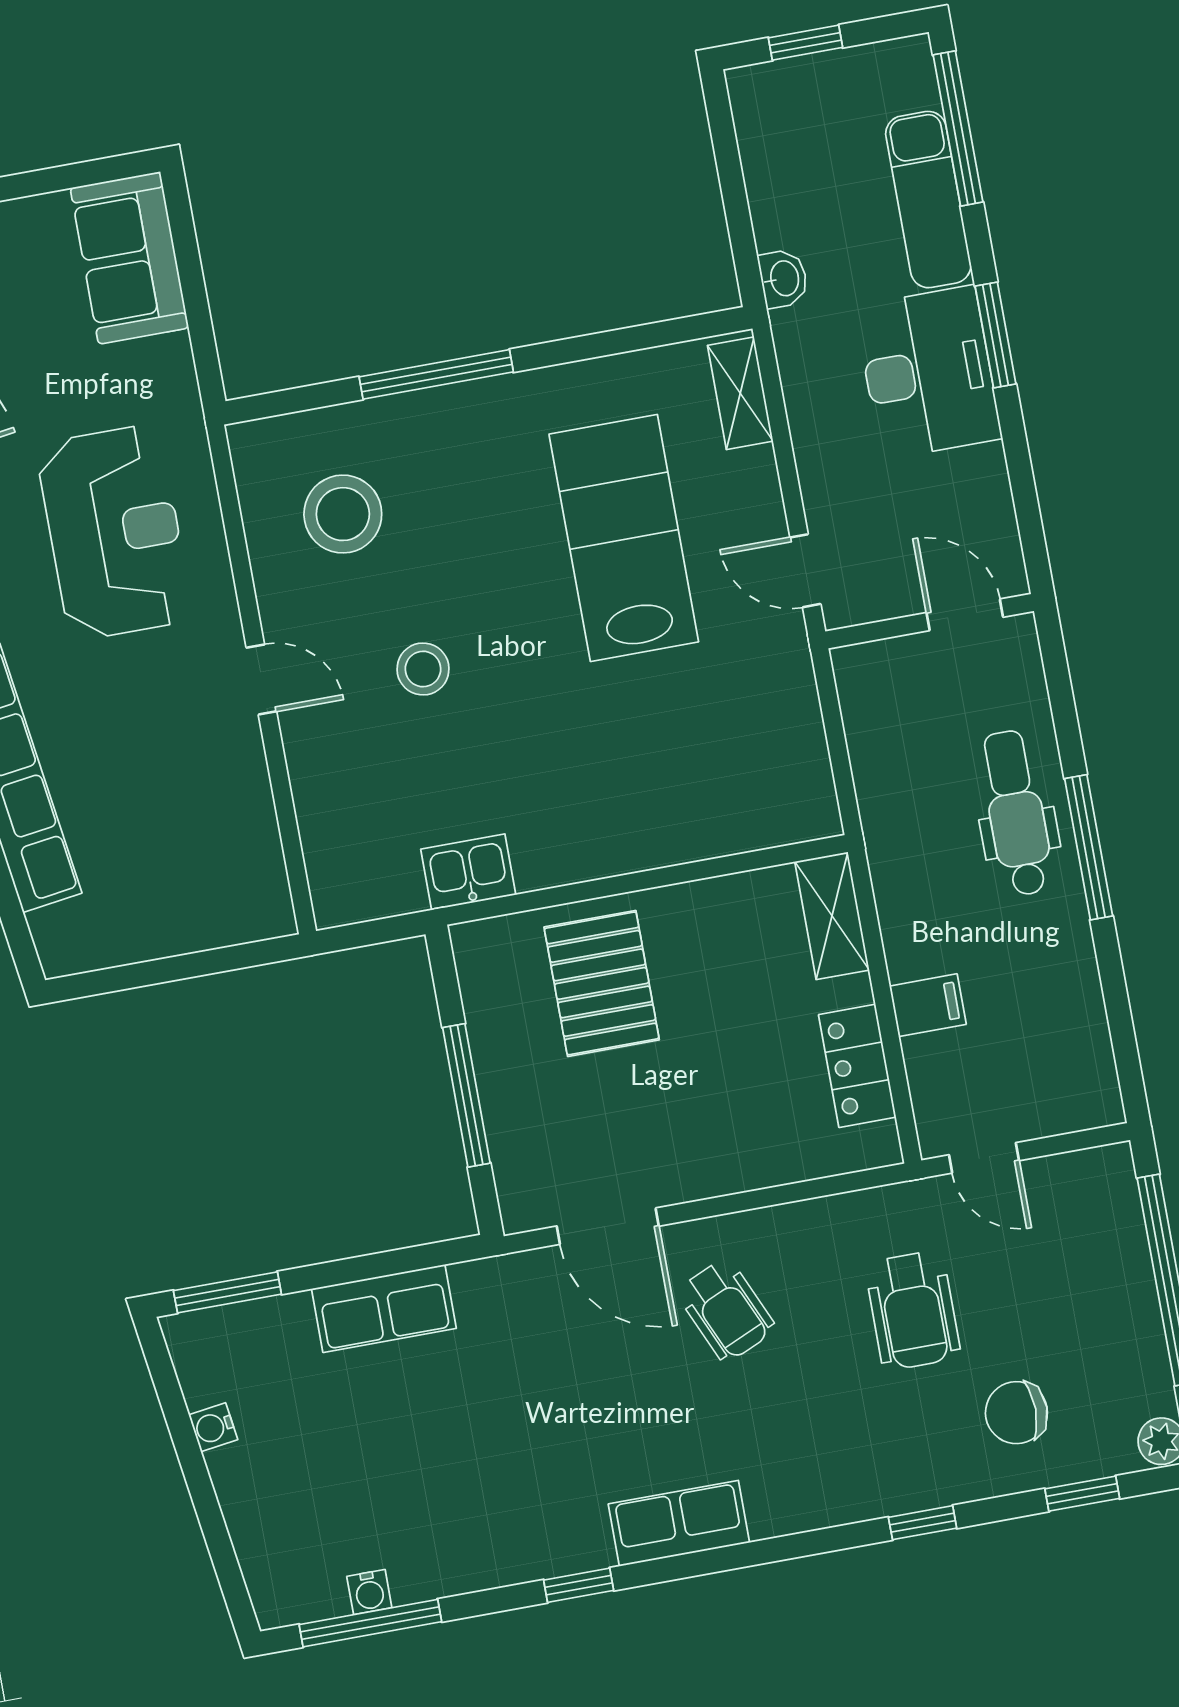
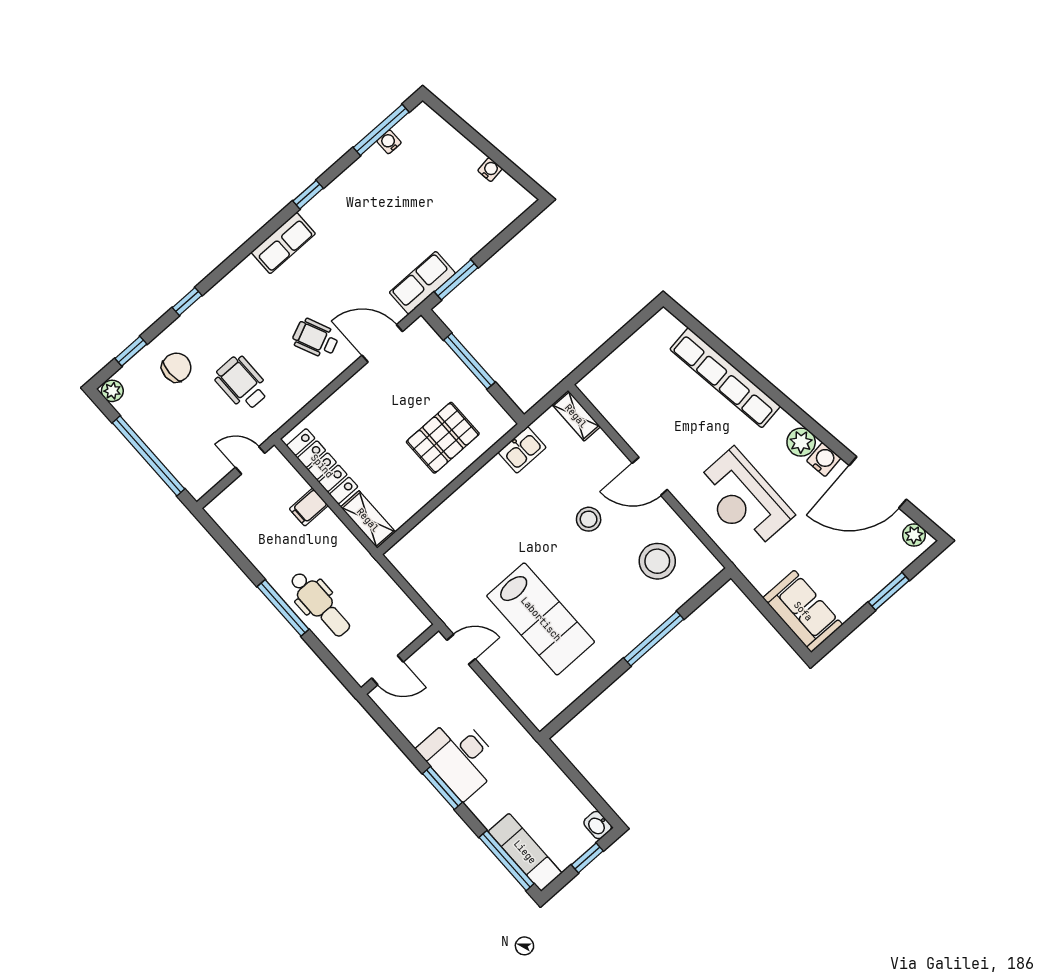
exam couch: (928, 200) -> (525, 852), moved
washbasin: (783, 279) -> (598, 825), moved
shelving: (740, 393) -> (576, 416), moved
door: (261, 680) -> (650, 476), width x1.38
pallet: (602, 983) -> (443, 438), turned 90
locker: (857, 1066) -> (322, 466), width x1.53
window: (227, 1292) -> (456, 280), moved
row of seats: (384, 1308) -> (422, 283), moved

